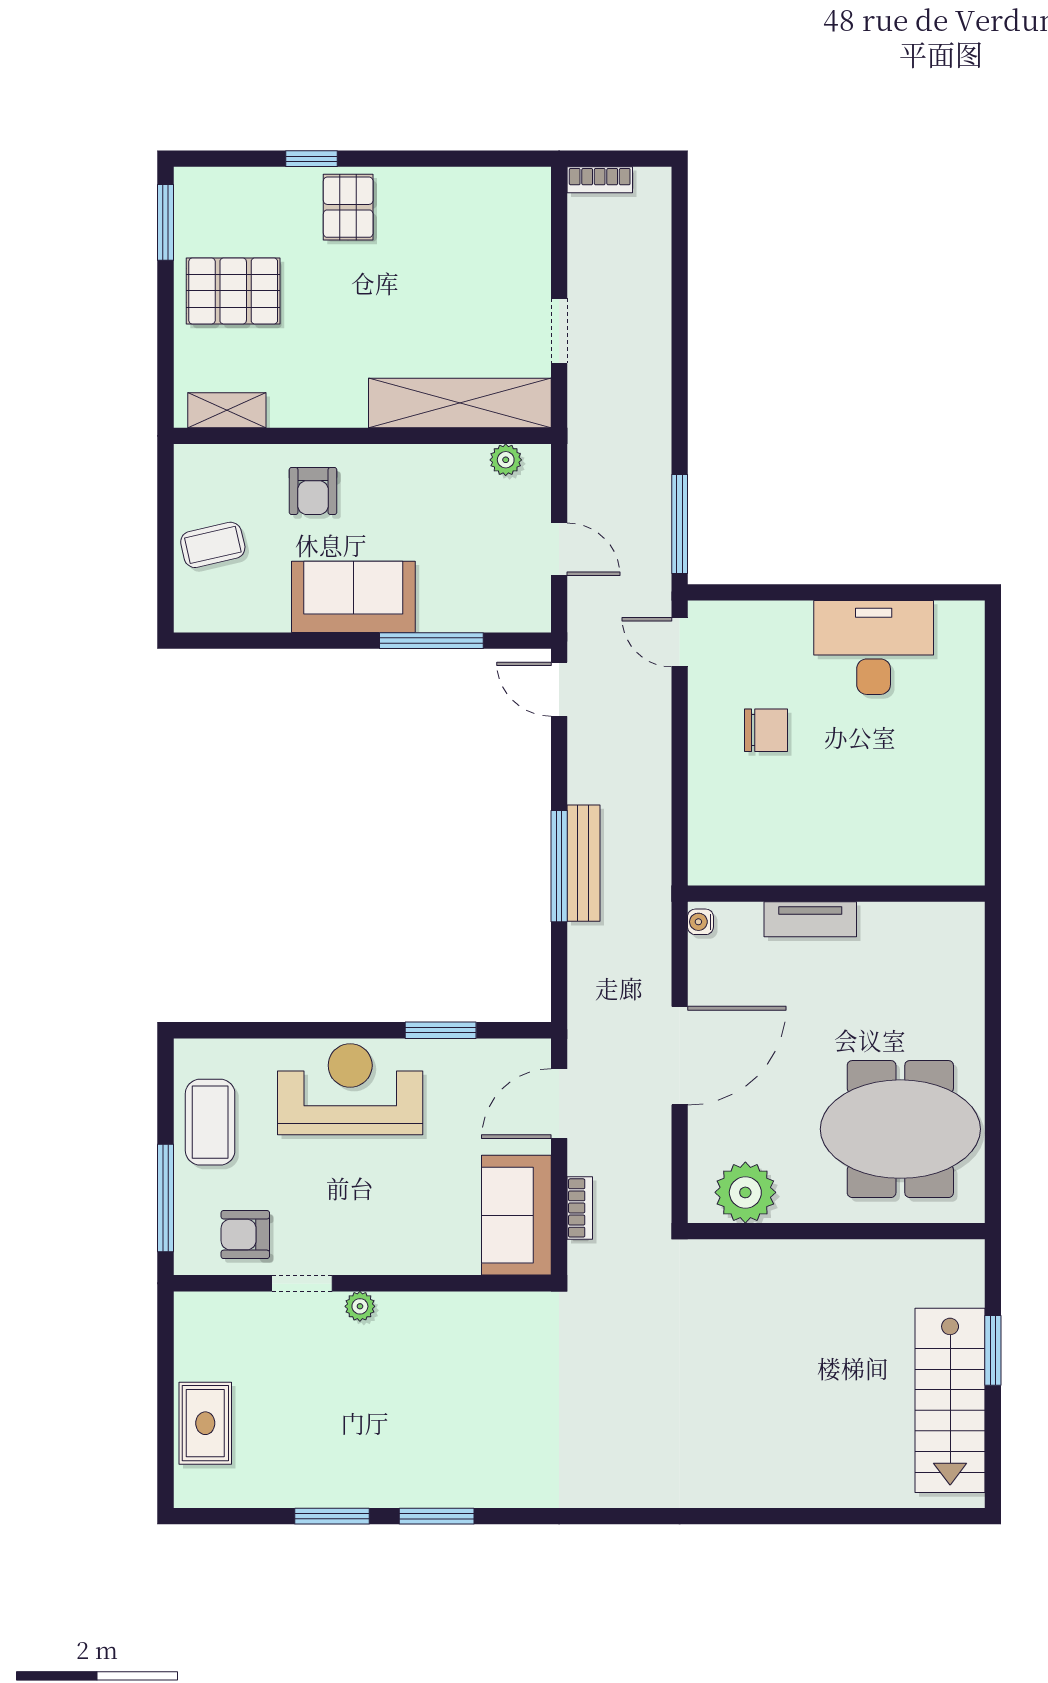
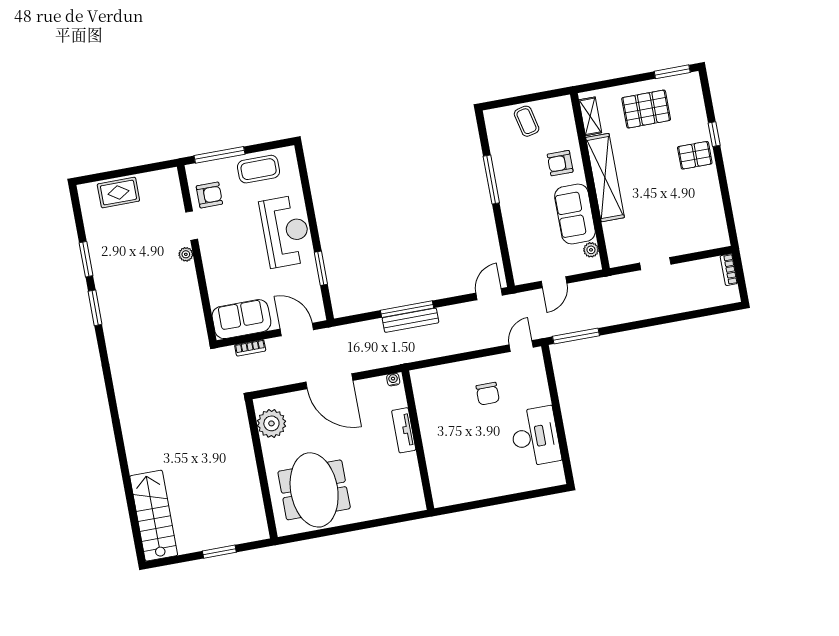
pallet: (233, 291) -> (646, 109), turned 90
shelving: (460, 403) -> (605, 178), moved
sofa: (353, 597) -> (575, 214), moved, turned 180
window: (431, 641) -> (491, 180), moved
armchair: (245, 1235) -> (209, 195), turned 90
stairs: (950, 1400) -> (154, 516), moved, turned 90

